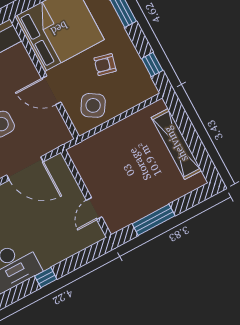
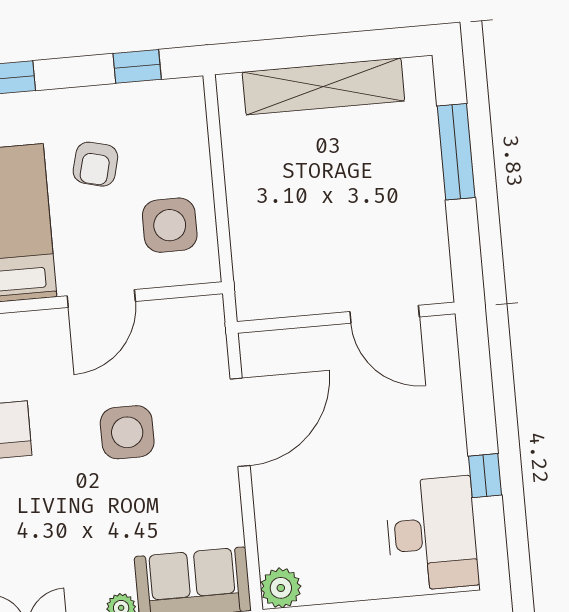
side table: (93, 105) -> (170, 225), turned -32
door: (94, 209) -> (385, 314), width x1.38
window: (154, 220) -> (456, 152), moved

